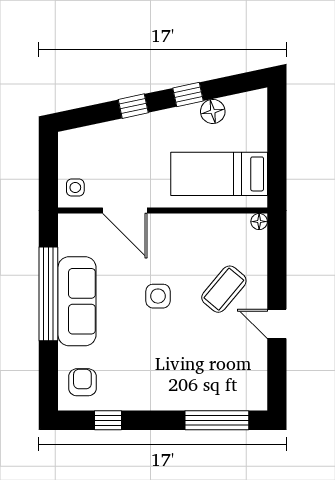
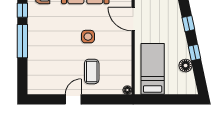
door: (125, 211) -> (133, 19), hinge flipped
coffee table: (224, 289) -> (92, 71), turned 50
window: (217, 420) -> (22, 41), moved

